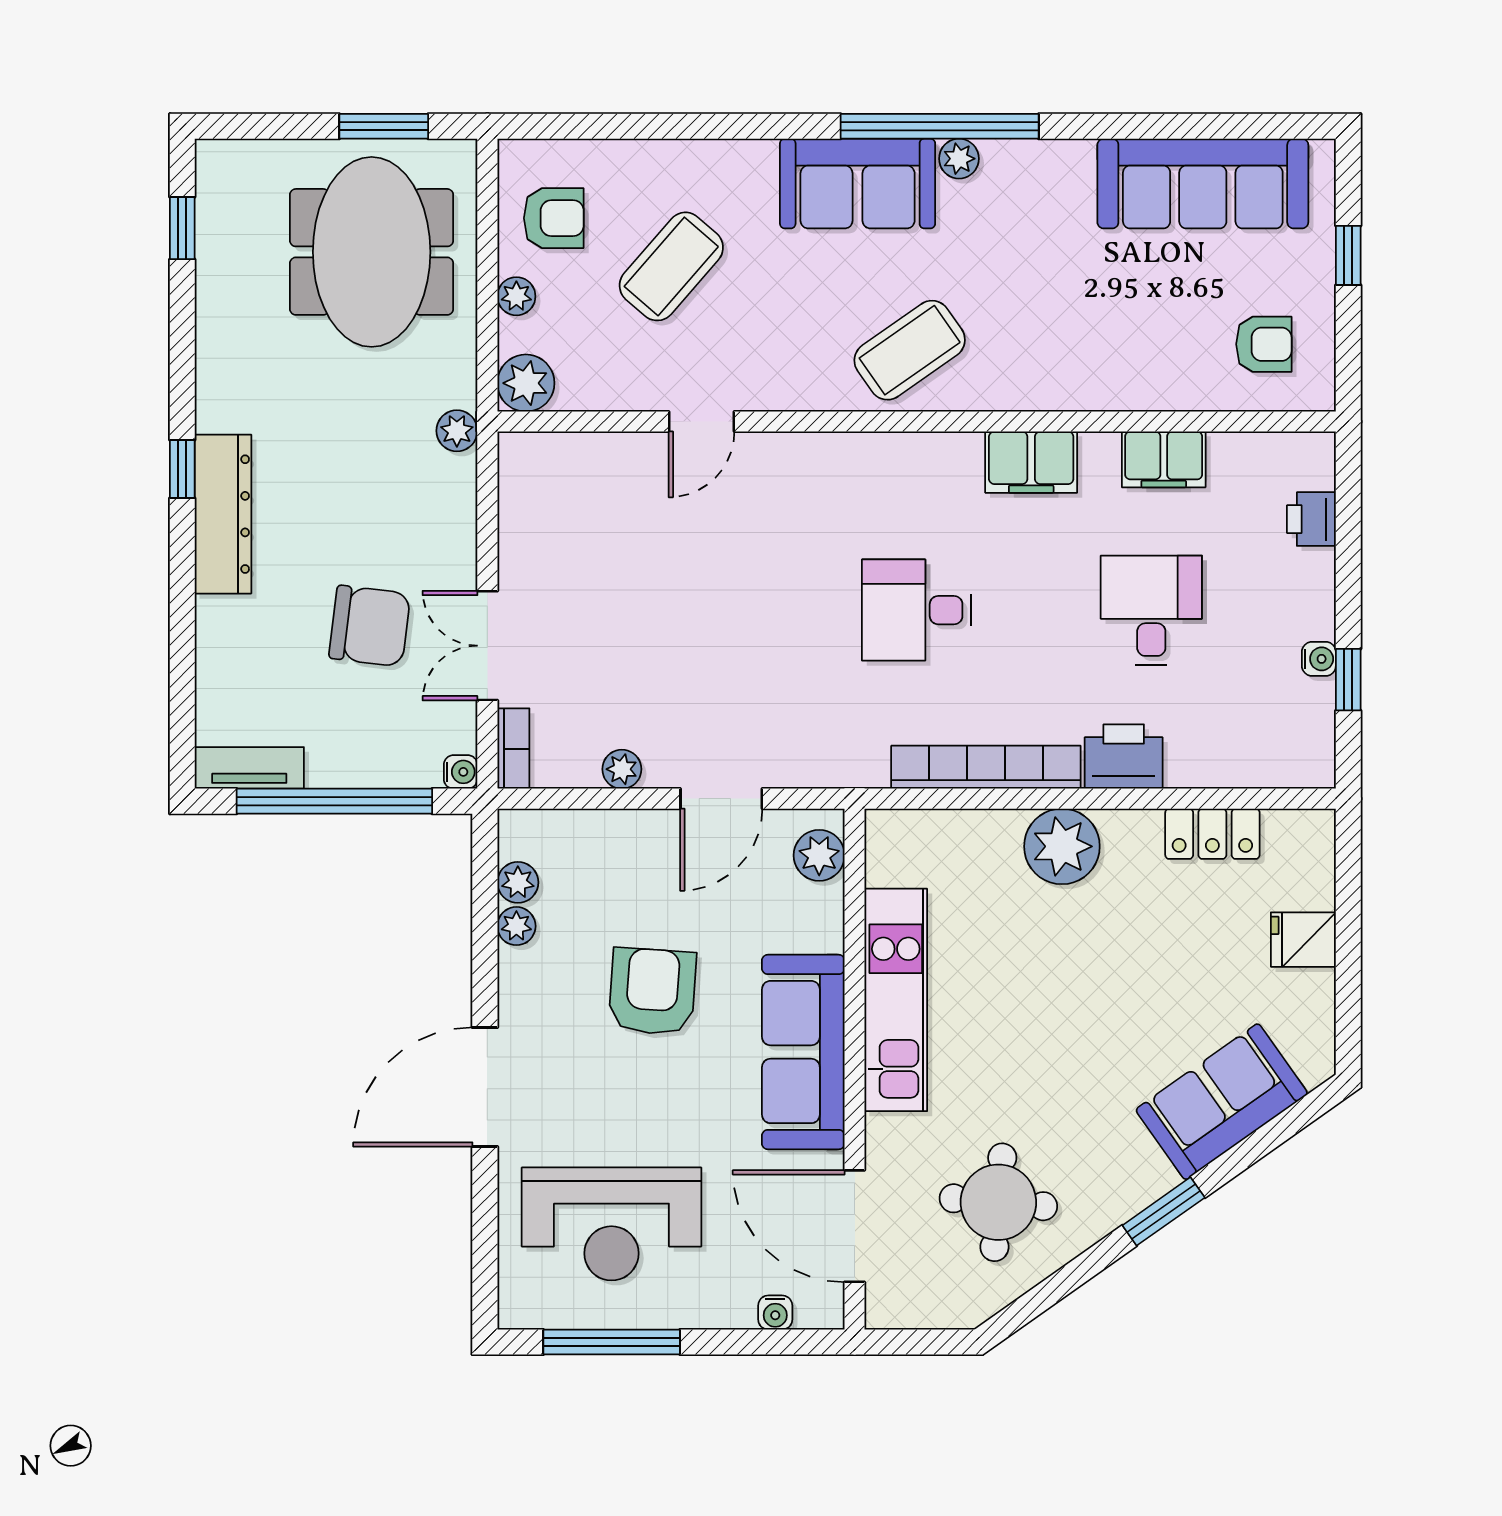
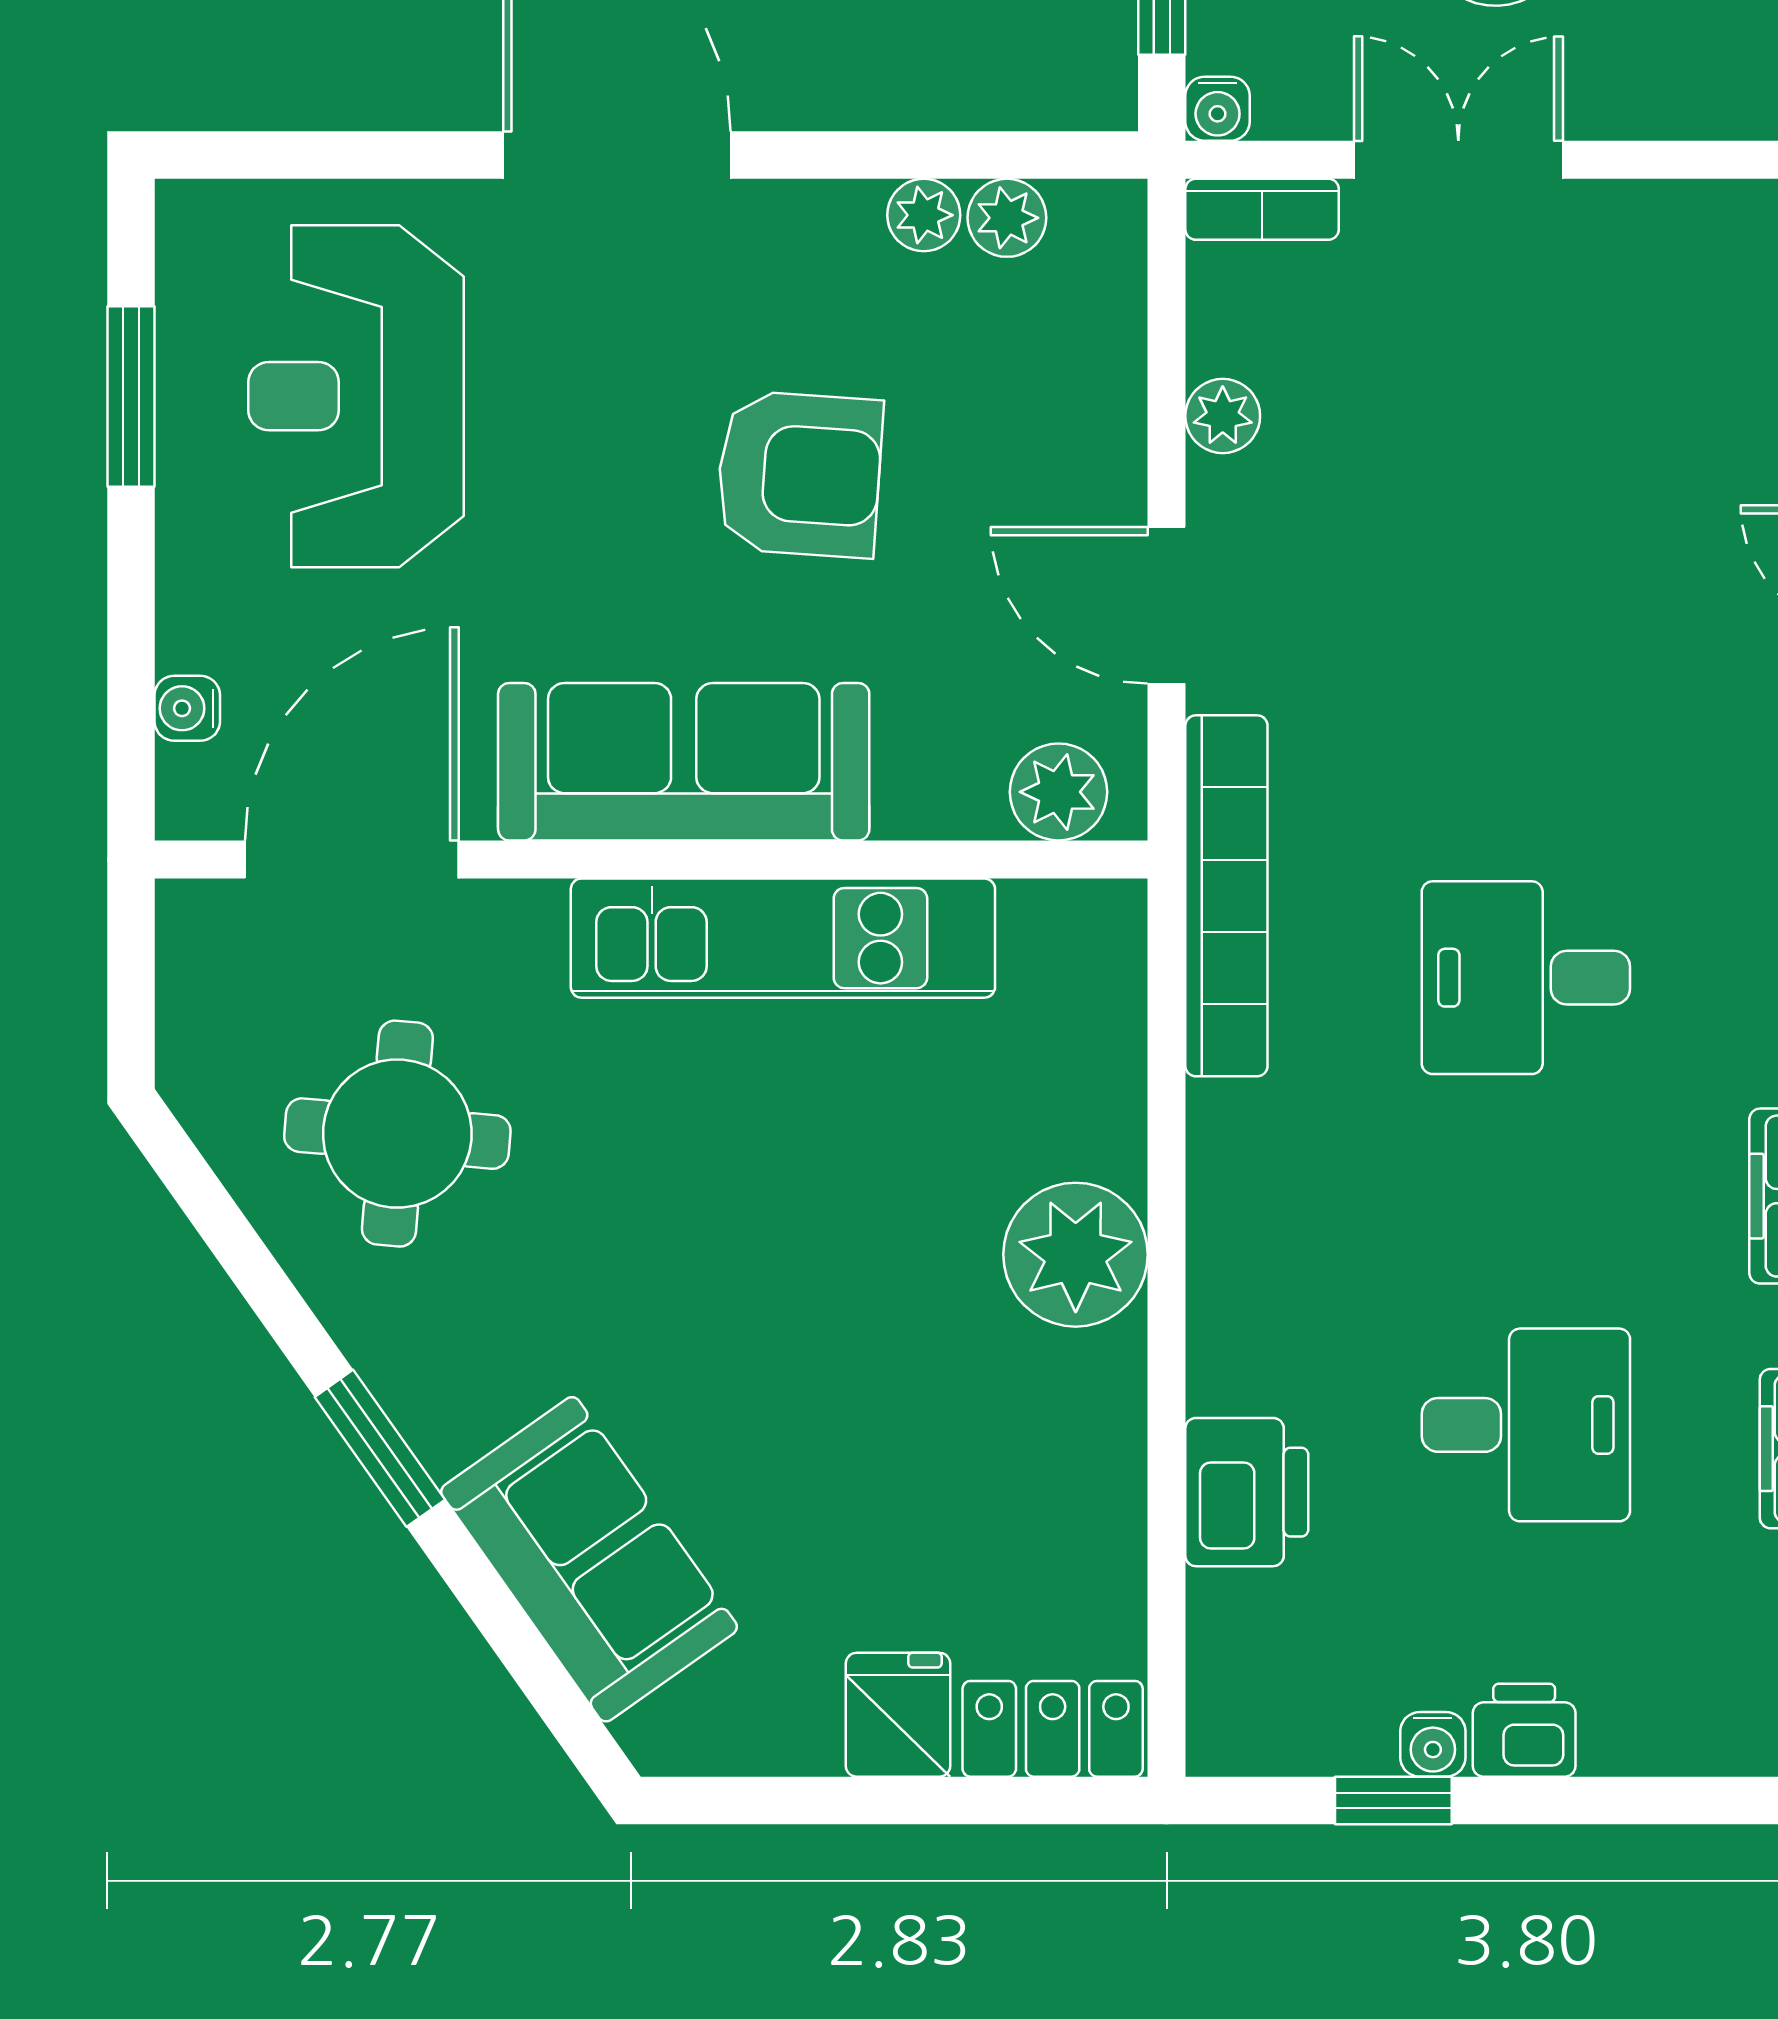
printer: (1311, 519) -> (1524, 1730), moved
desk: (917, 610) -> (1526, 978), turned -90
printer: (1124, 757) -> (1247, 1492), moved
bookcase: (986, 767) -> (1226, 896), moved
locker: (1212, 834) -> (1053, 1729), moved, turned 90
window: (612, 1342) -> (131, 396), width x0.69

